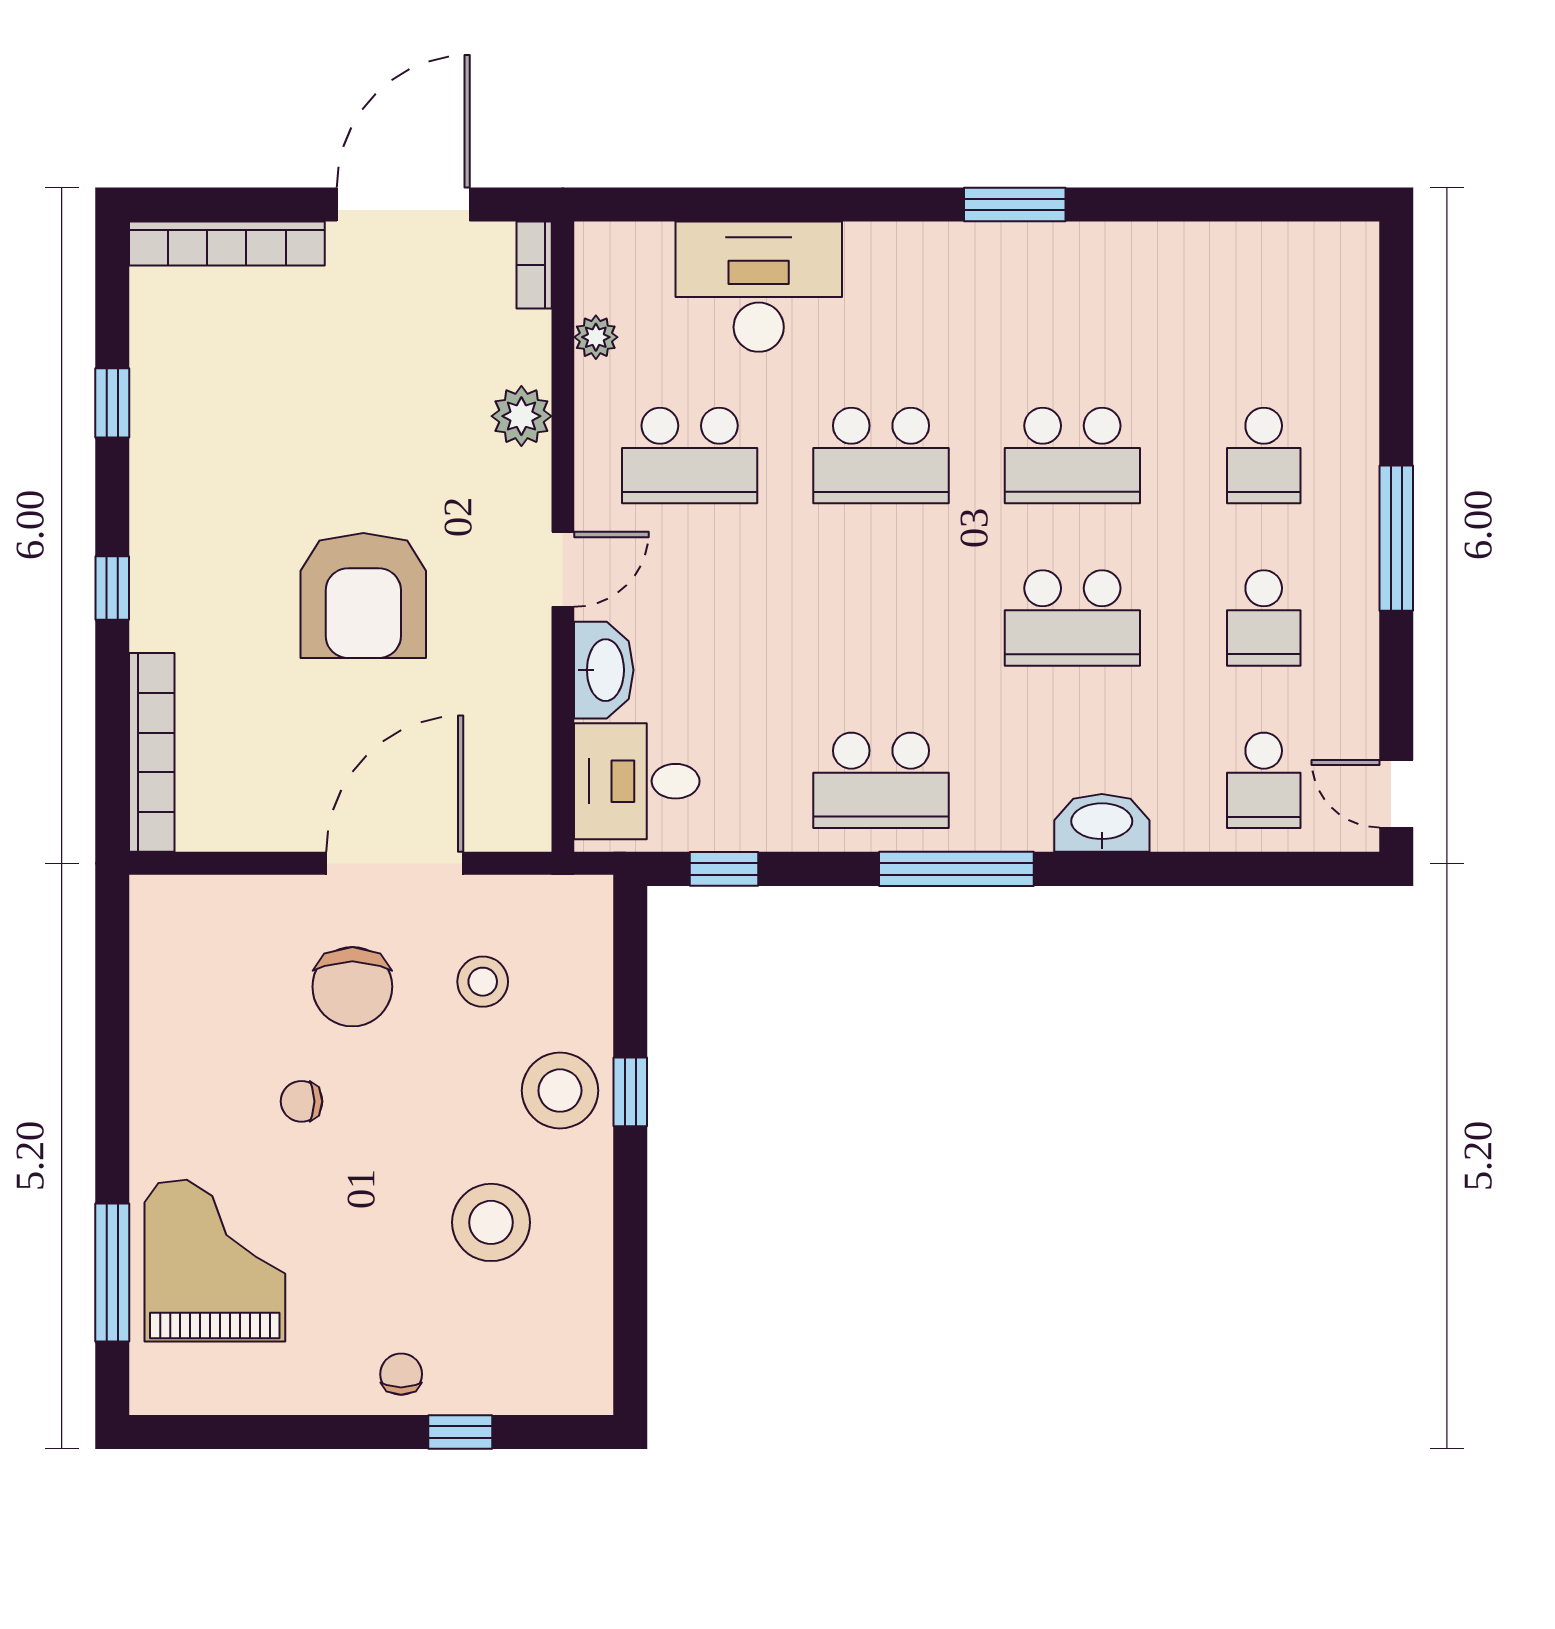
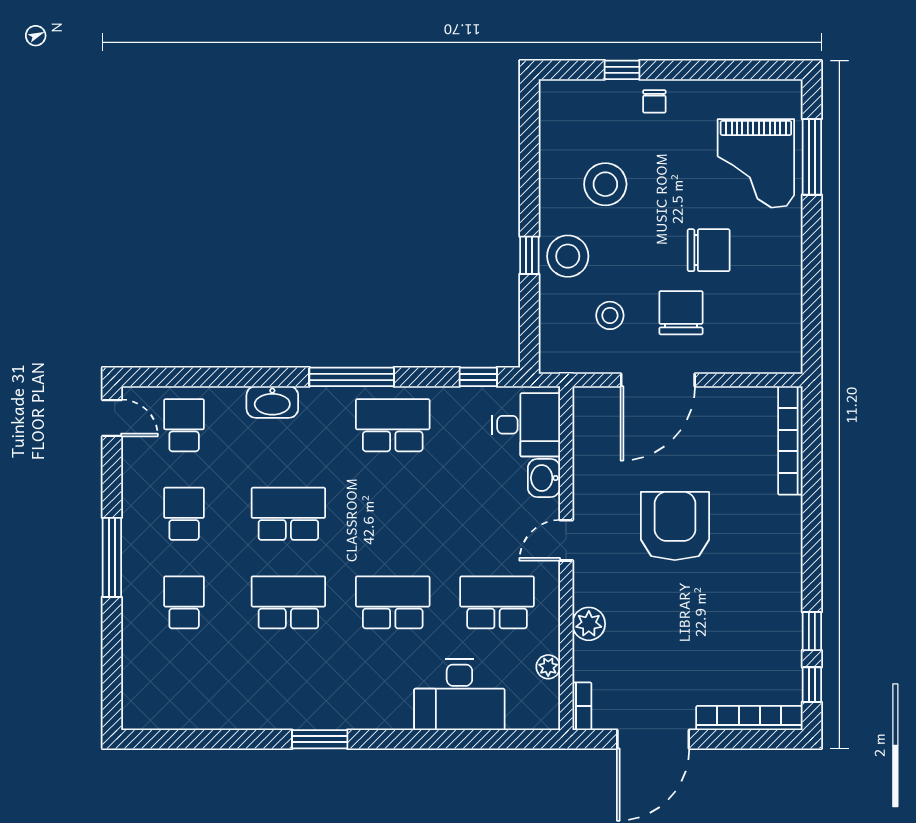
window: (112, 588) -> (812, 685), moved
washbasin: (604, 670) -> (544, 478), width x0.72
chair: (302, 1101) -> (709, 250), width x1.87, depth x1.87

